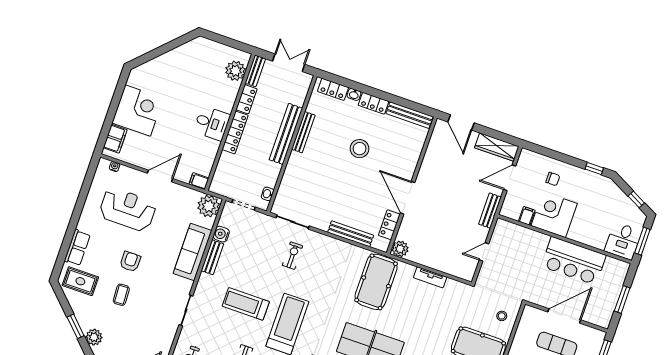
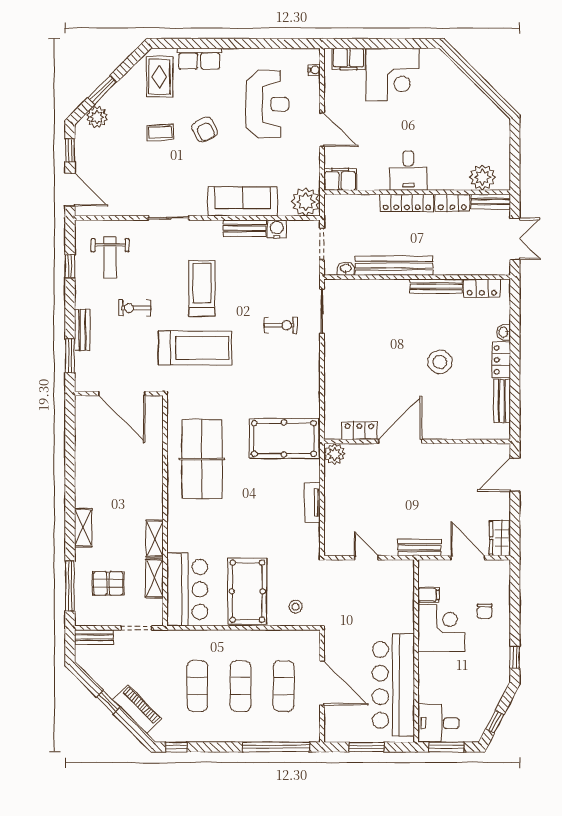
locker: (333, 89) -> (482, 288), moved, turned -90
bench: (409, 115) -> (502, 401), width x0.73
bench: (286, 134) -> (394, 266), moved
wardrobe: (497, 147) -> (500, 538), width x0.67
filing cabinet: (199, 181) -> (340, 179), width x2.00
bench: (351, 234) -> (332, 387), removed
bar counter: (574, 261) -> (393, 685), width x1.36
armchair: (130, 262) -> (205, 129), turned 63

